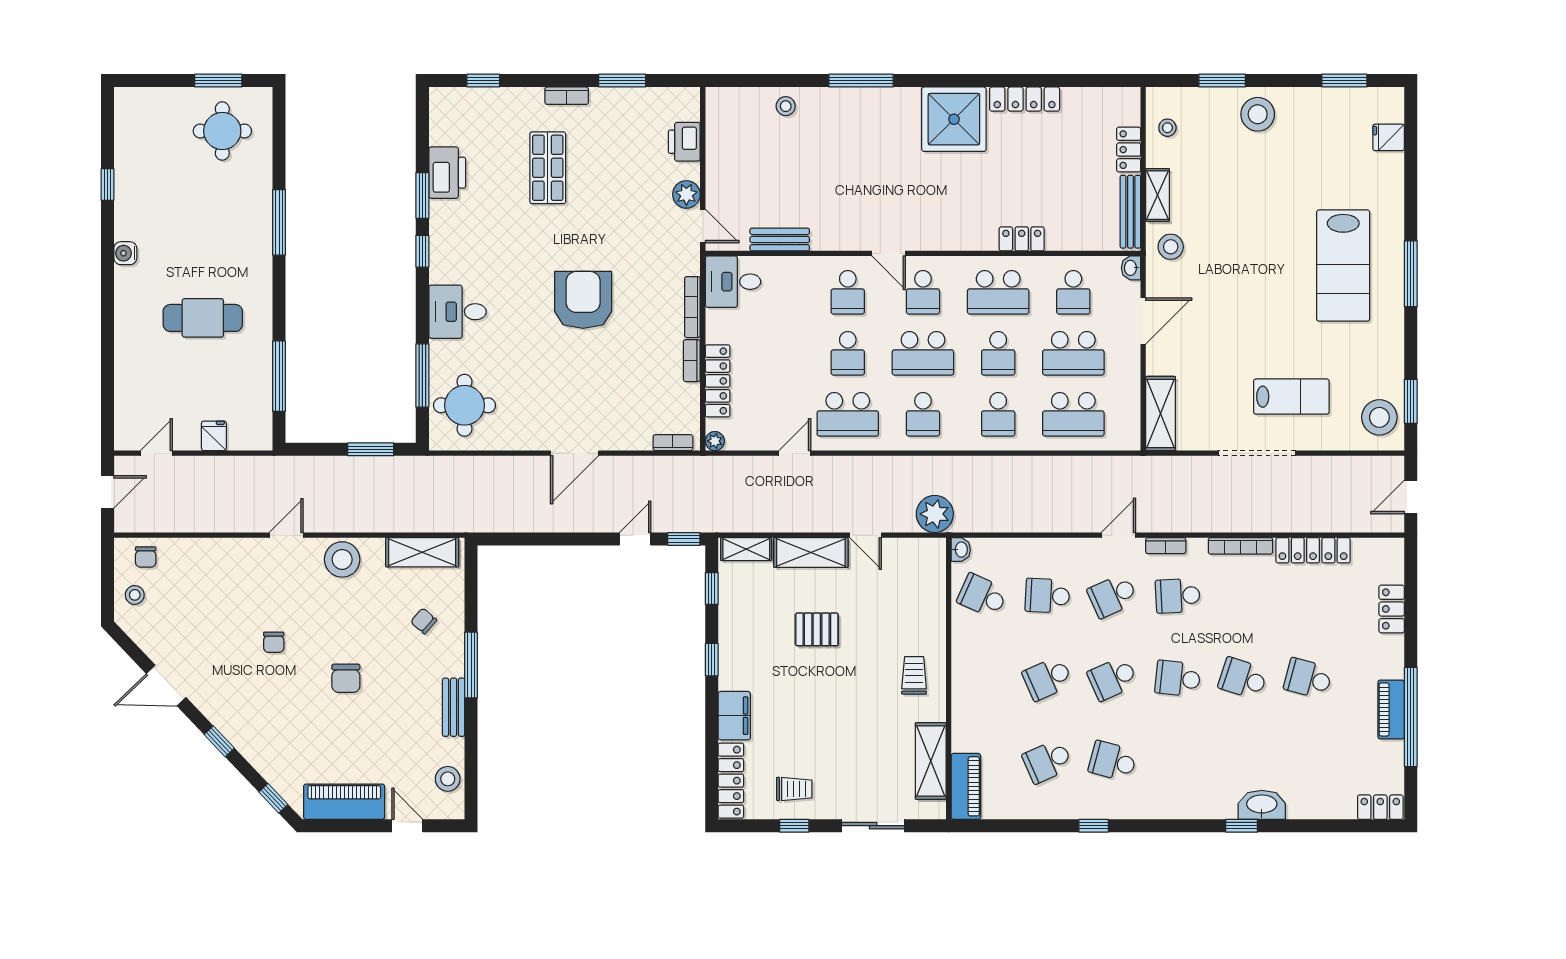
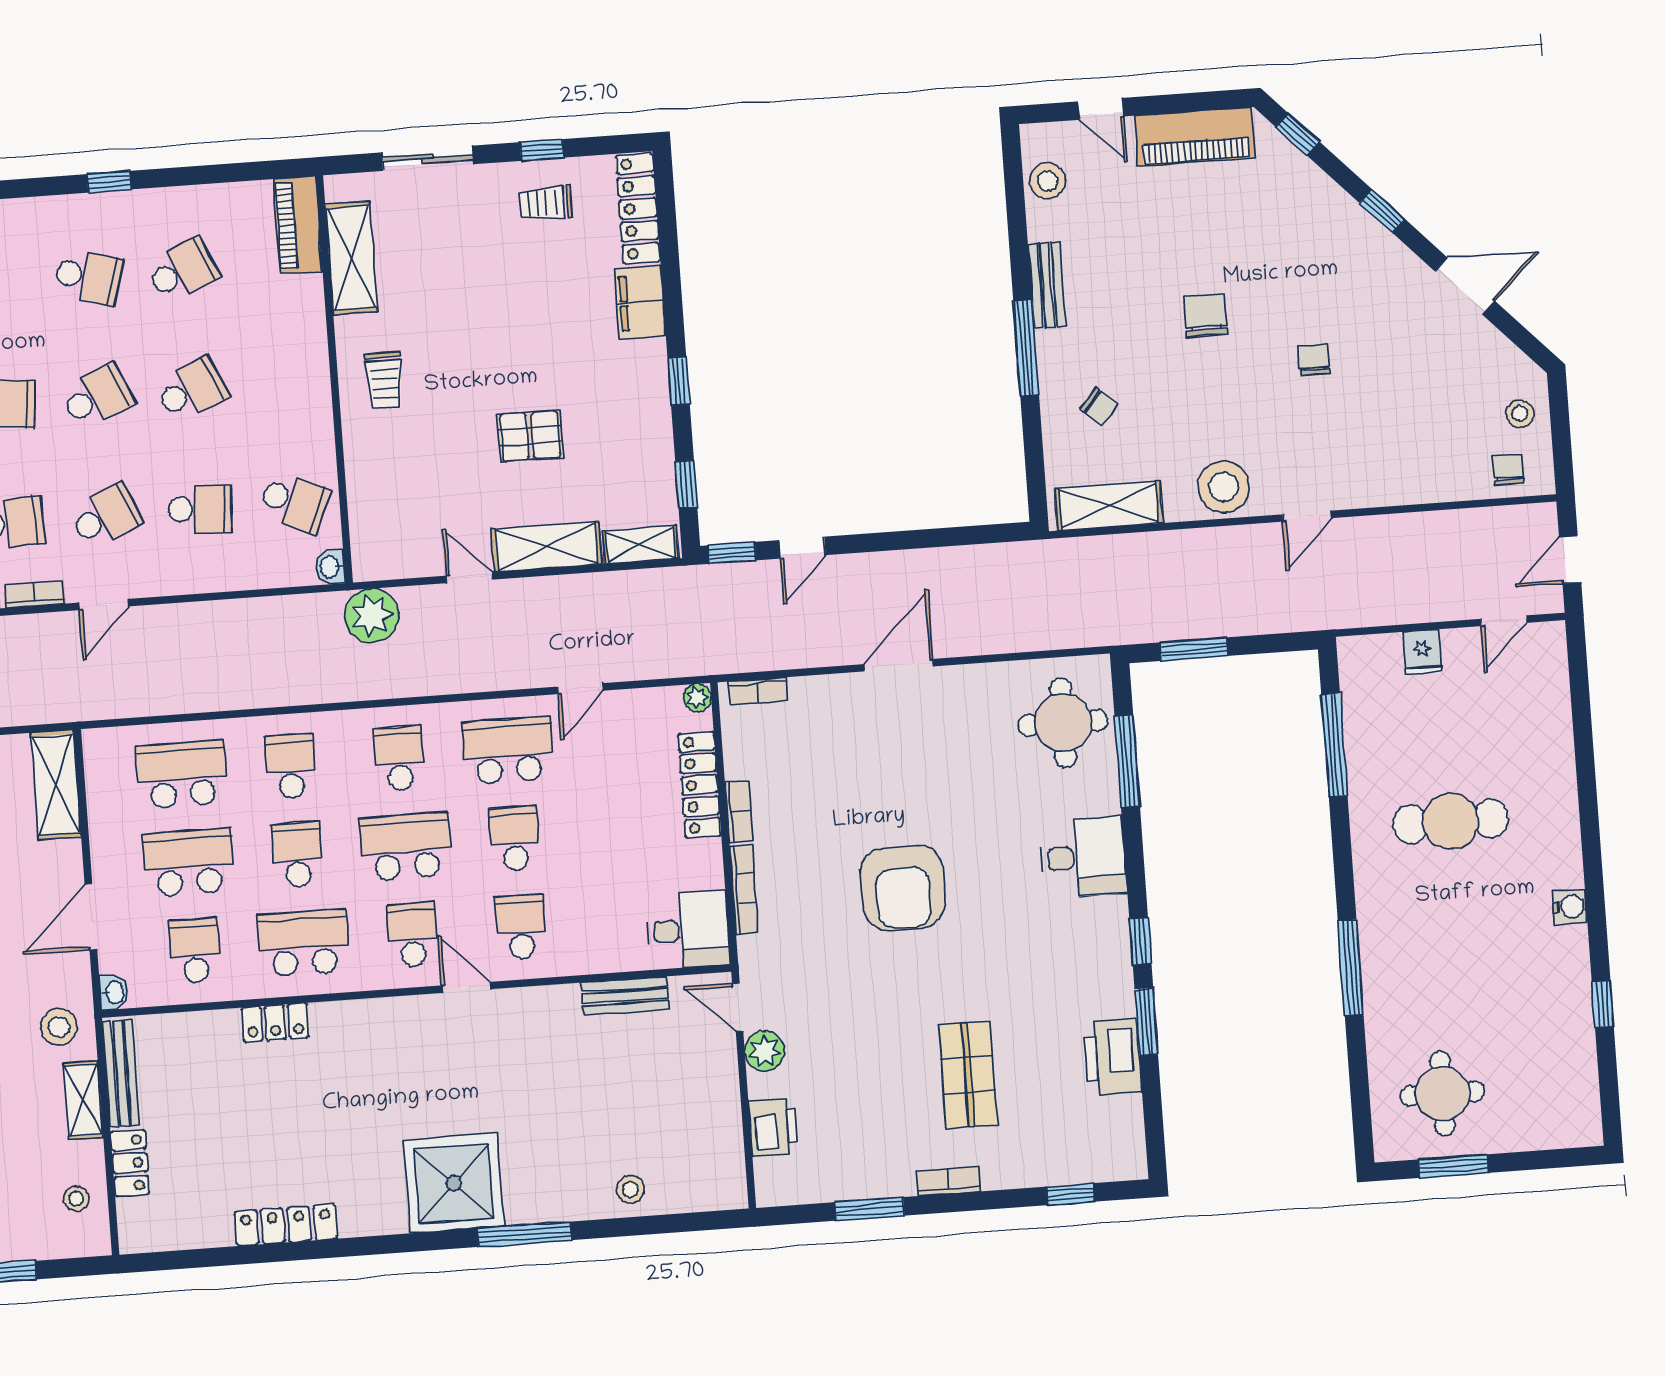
shower: (954, 119) -> (454, 1183), moved

